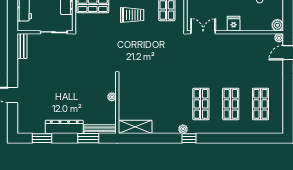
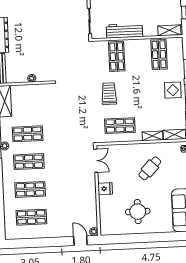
trolley: (132, 15) -> (109, 94), turned 180
plant: (277, 25) -> (106, 230), removed
shop shelf: (171, 104) -> (28, 134), added

